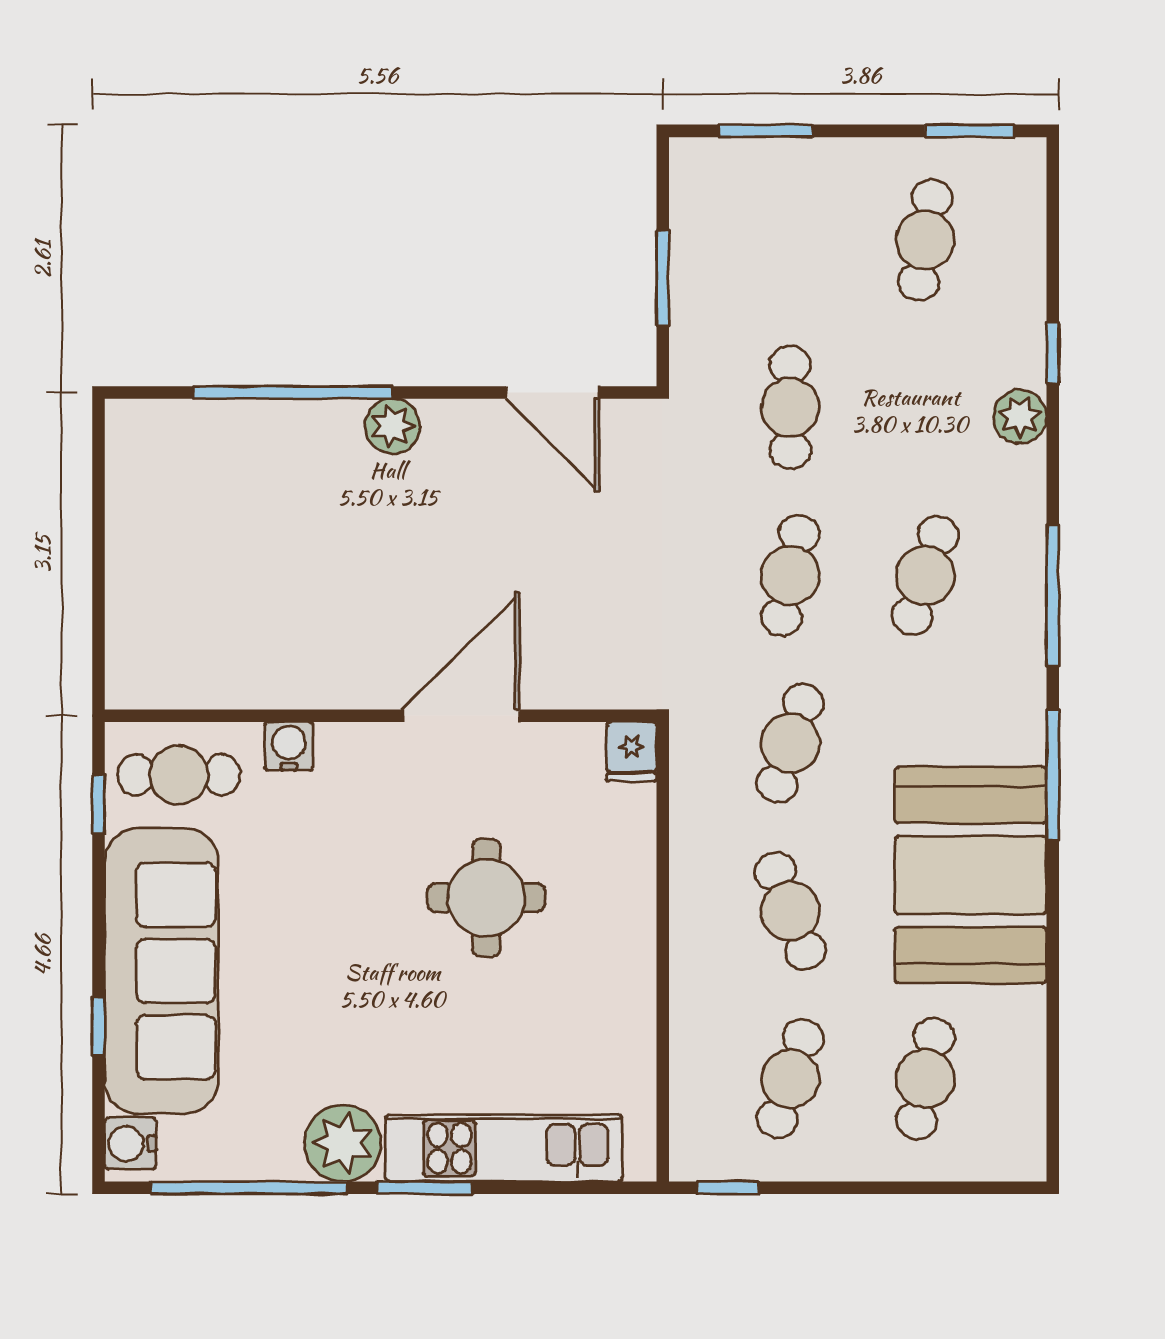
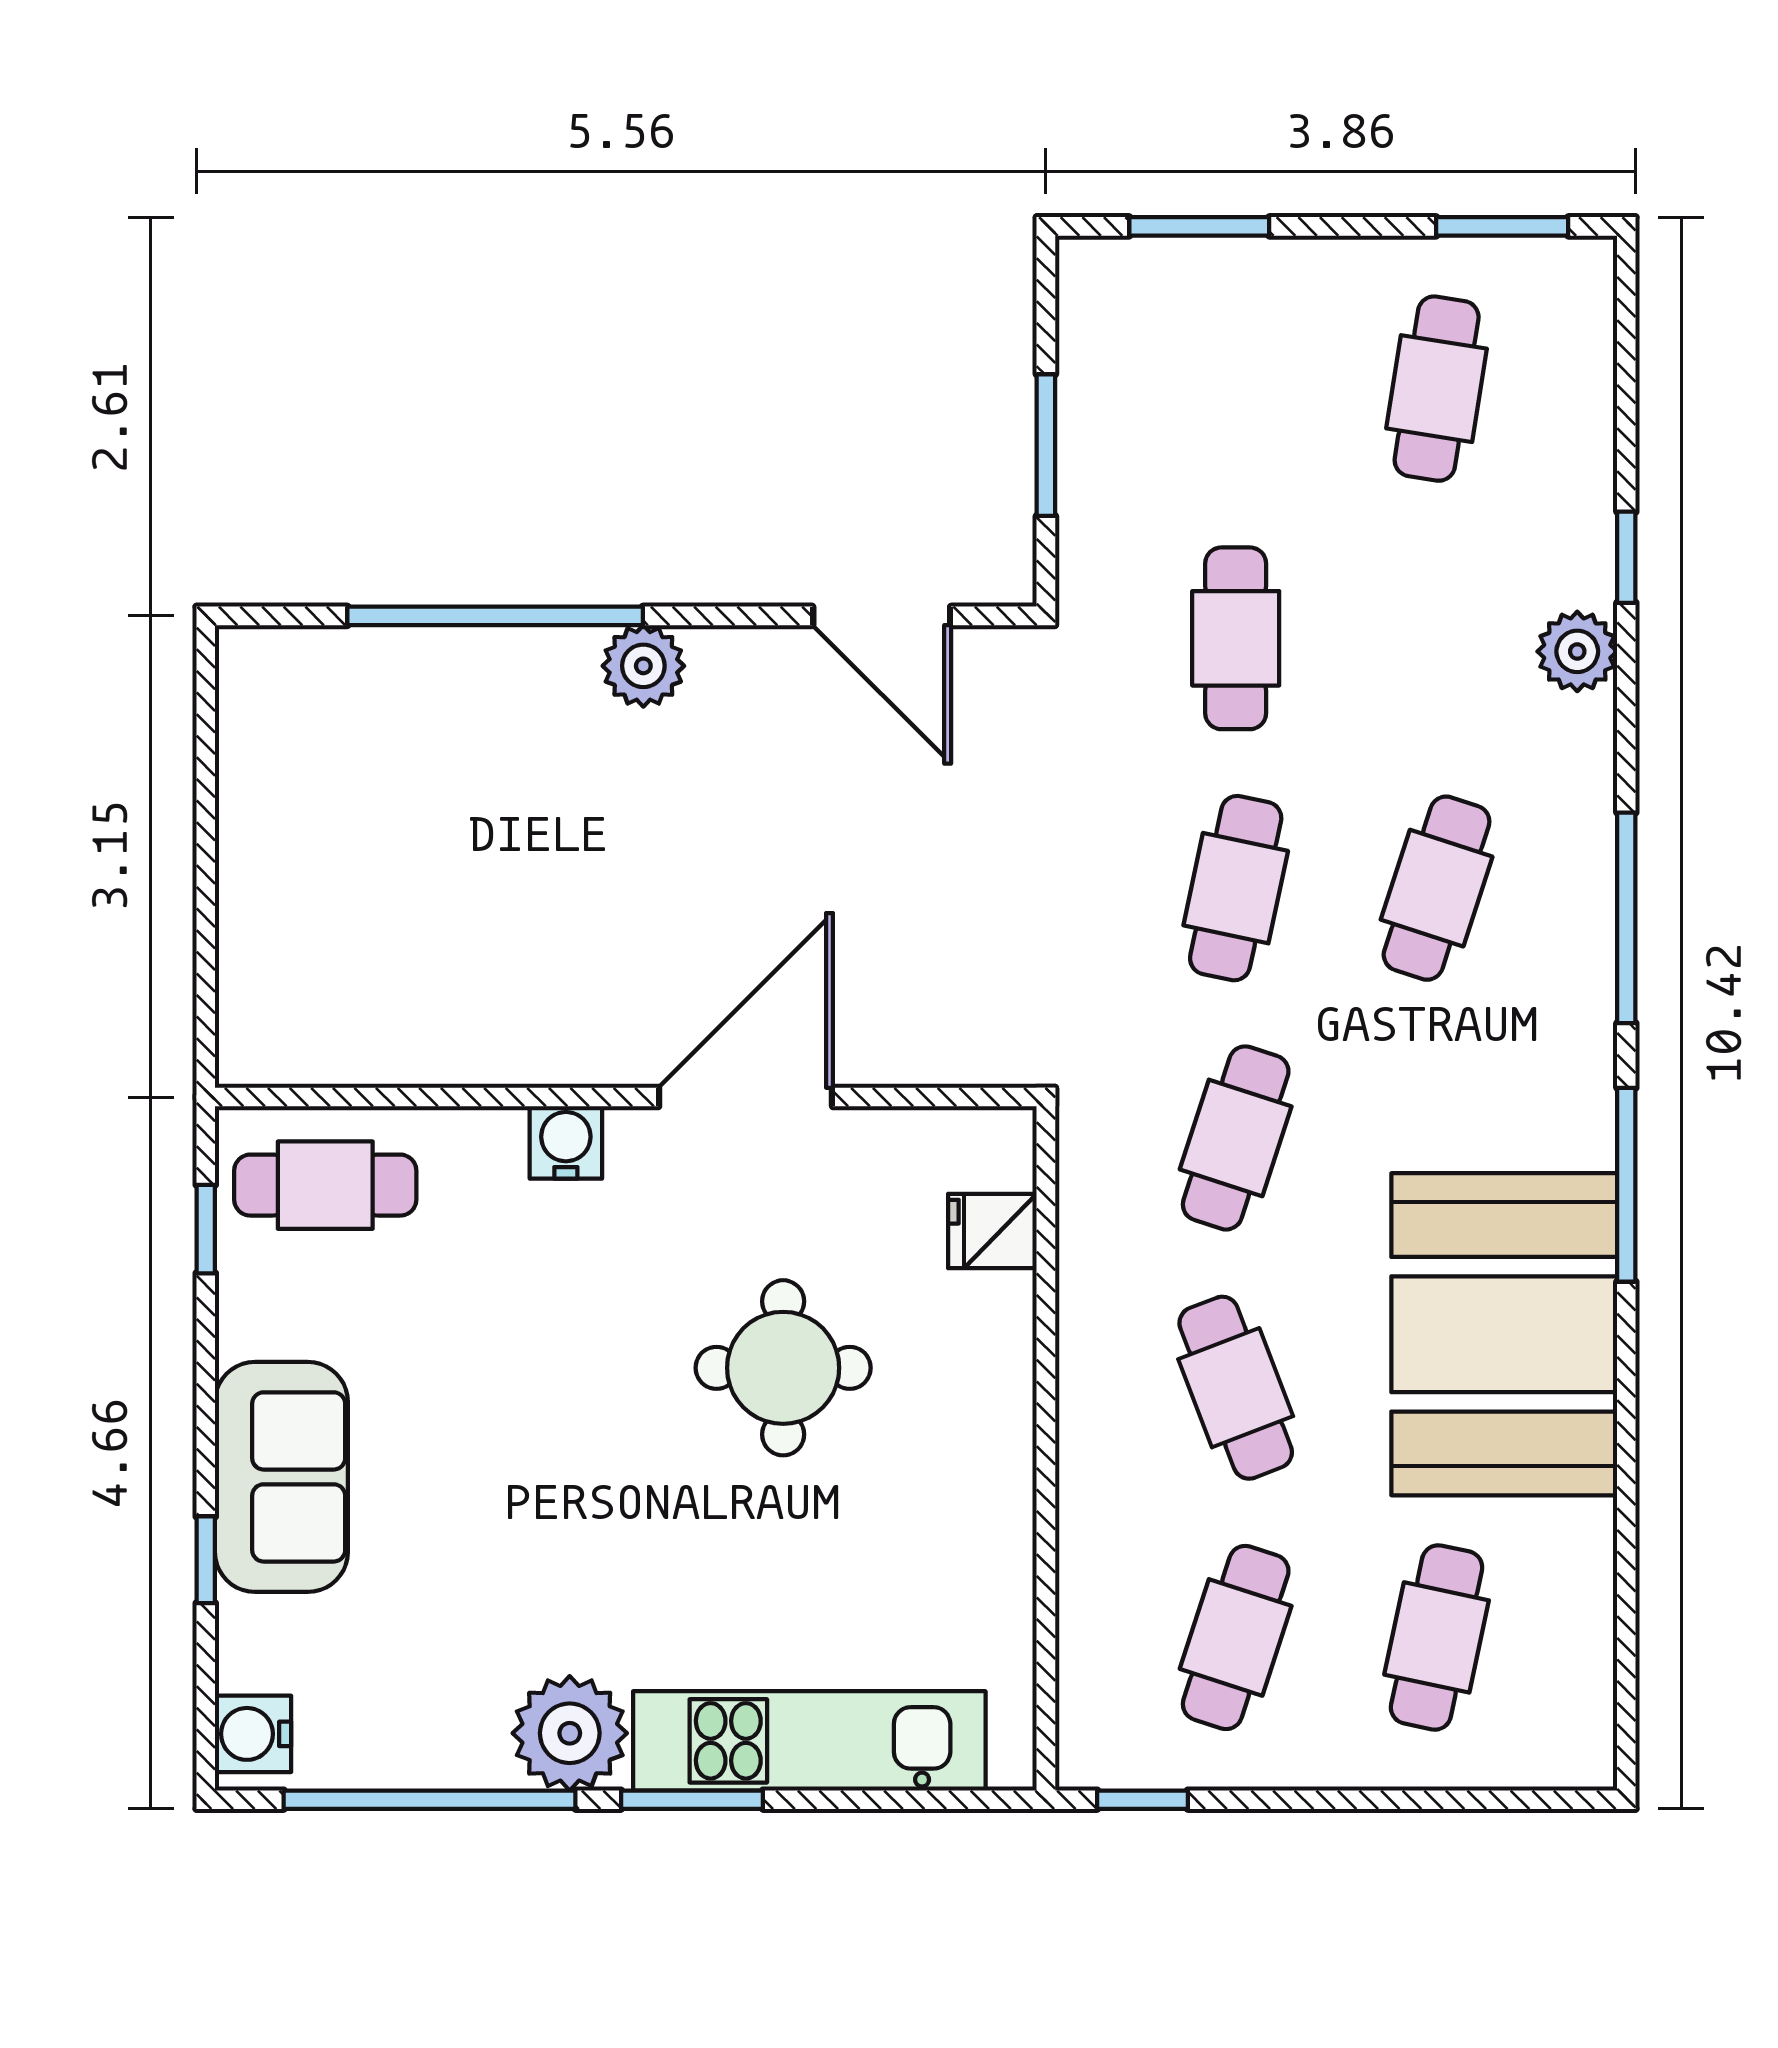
water cooler: (289, 746) -> (566, 1142), moved
fridge: (632, 752) -> (992, 1231), moved, turned 90
sofa: (161, 971) -> (281, 1477), width x0.54, depth x0.79

